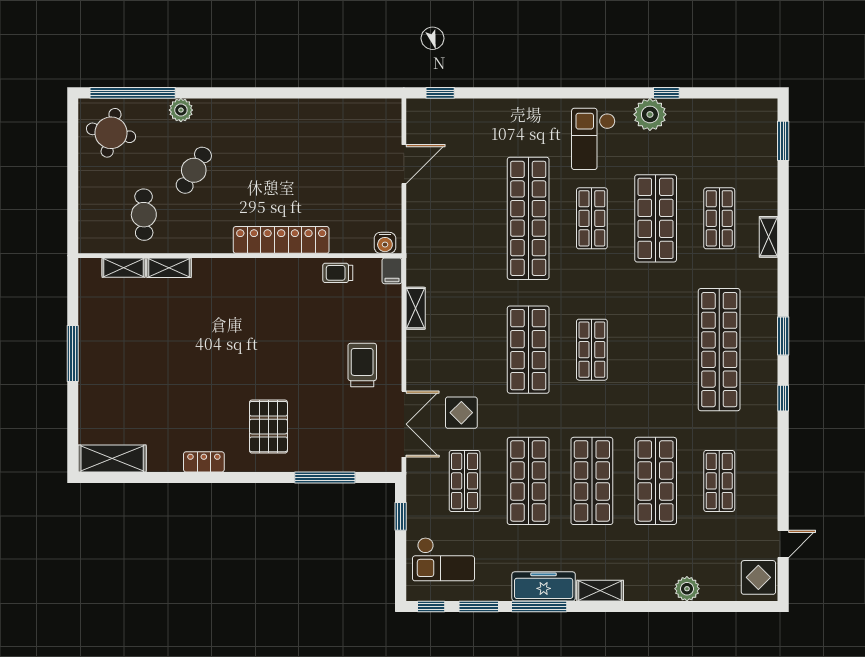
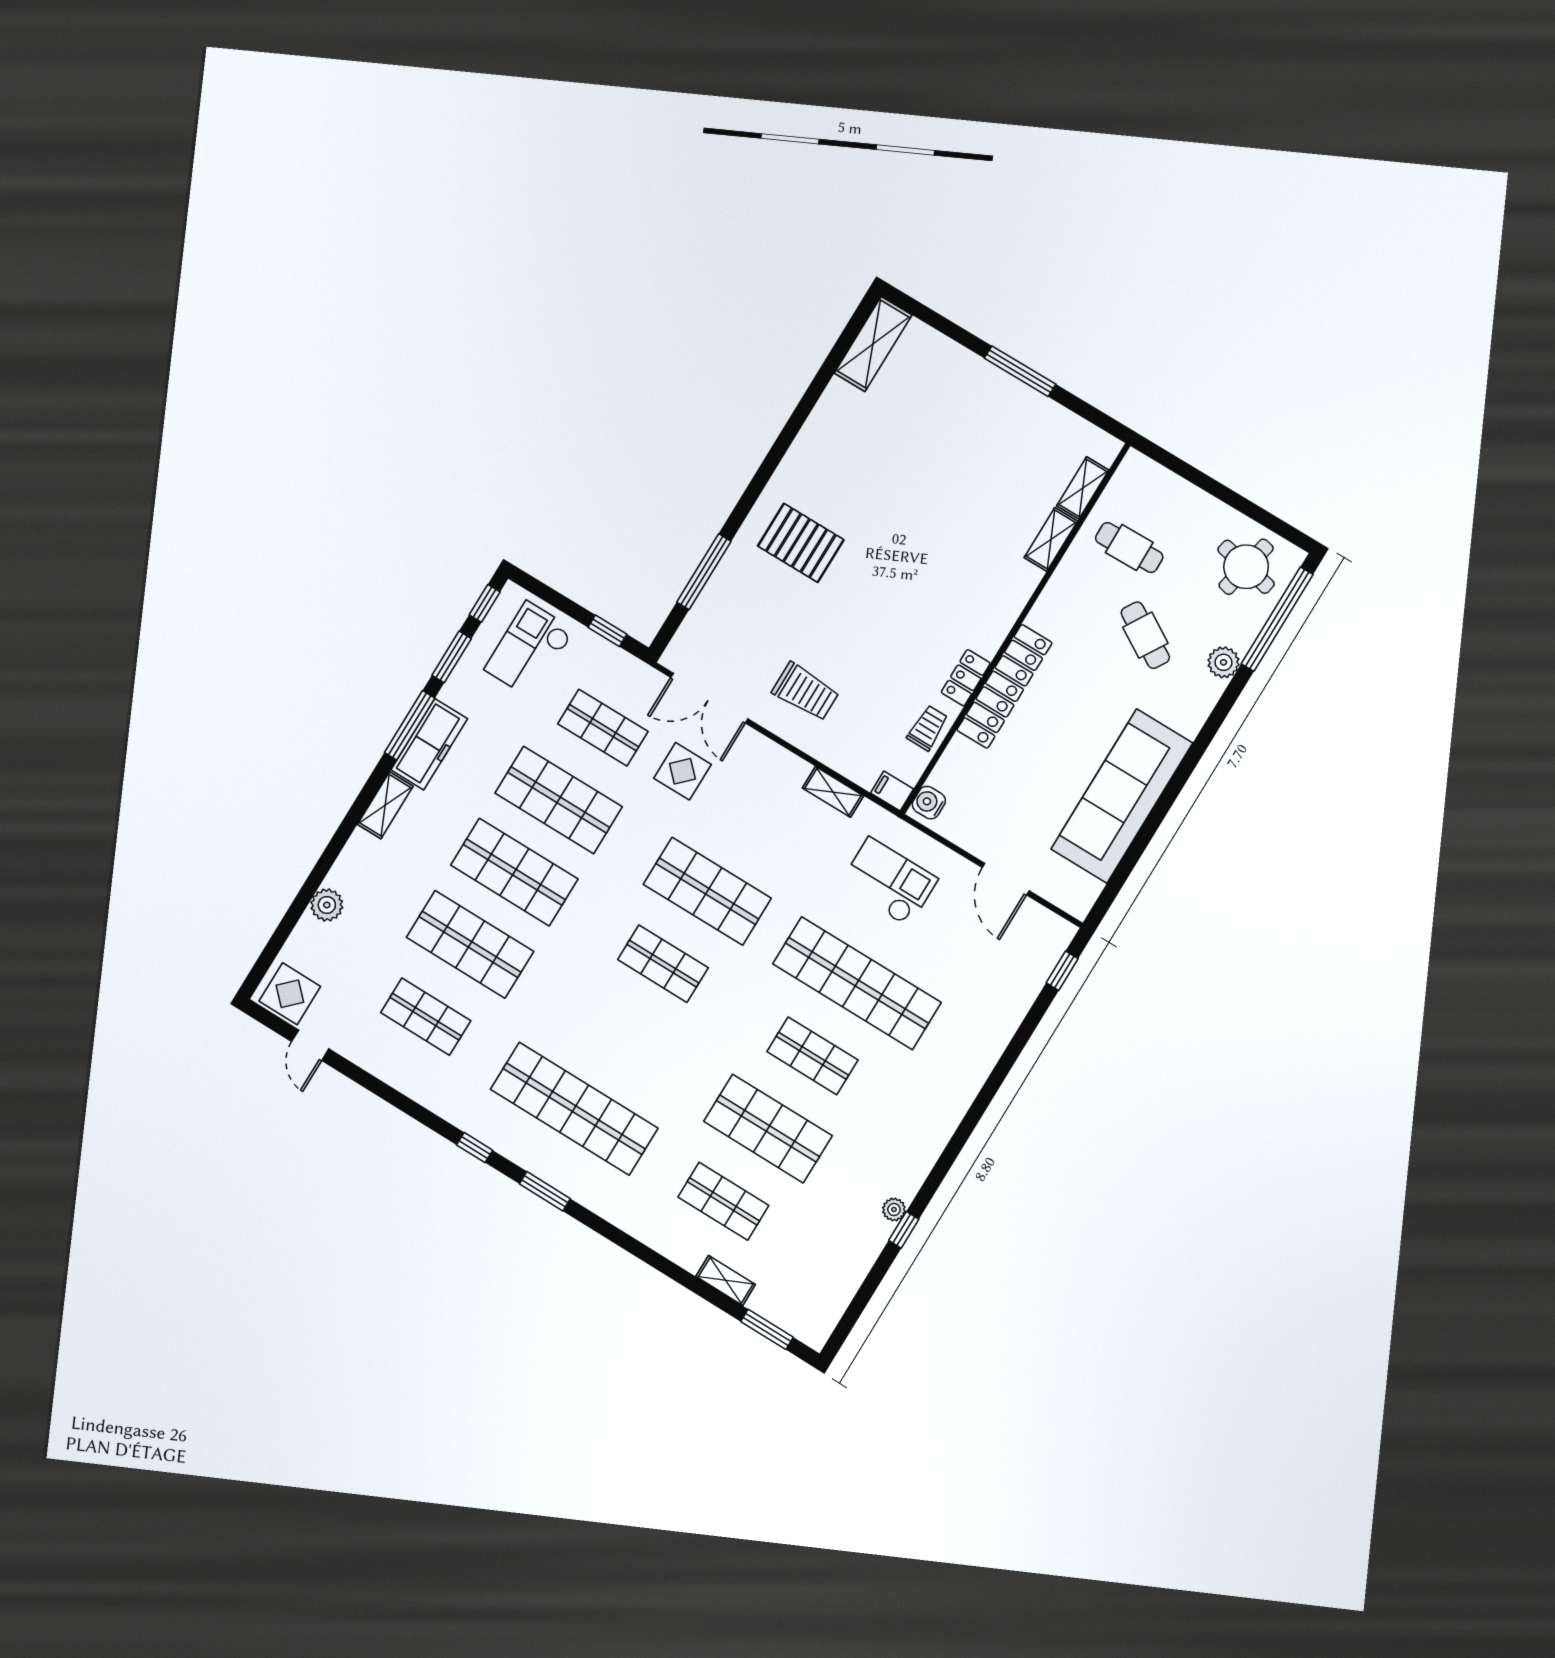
plant: (650, 114) -> (894, 1209), width x0.53, depth x0.53
sofa: (306, 123) -> (1122, 796), added
checkout: (593, 139) -> (889, 882), moved
shelving: (768, 237) -> (726, 1280), moved
locker: (204, 462) -> (966, 678), moved, turned 180

